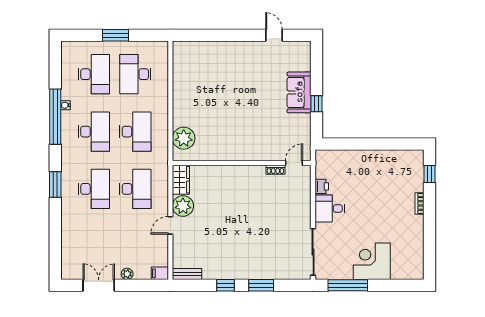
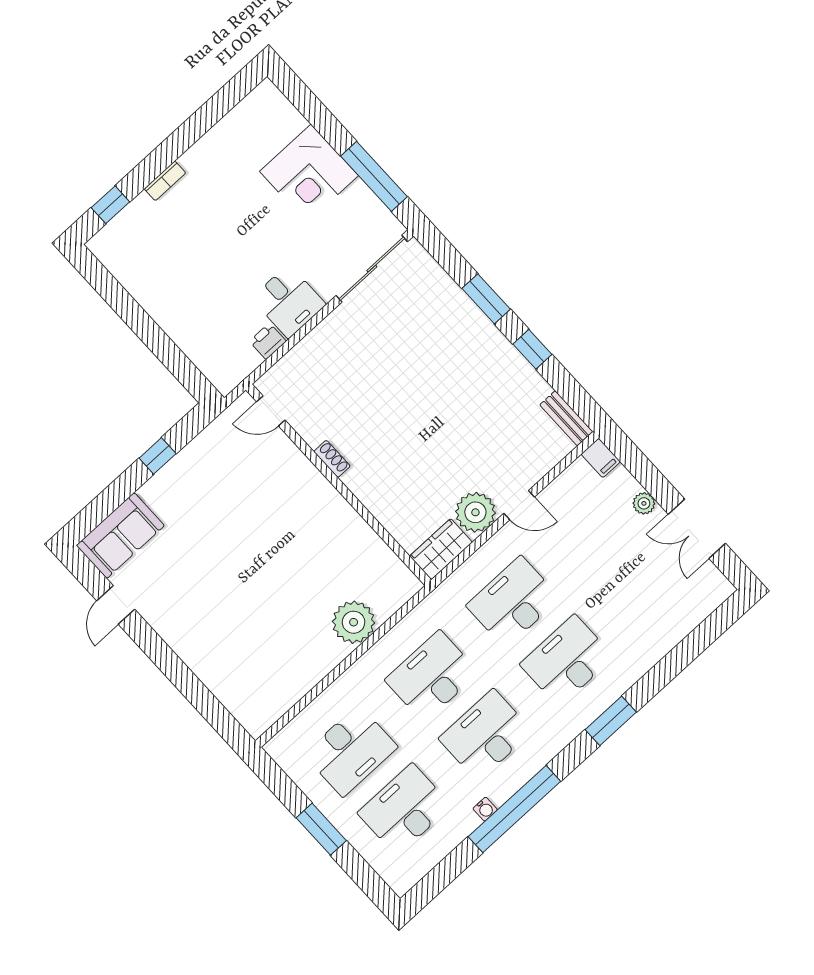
sofa: (299, 92) -> (120, 536), moved
plant: (184, 138) -> (354, 622), moved
shoe rack: (275, 170) -> (332, 459), moved

